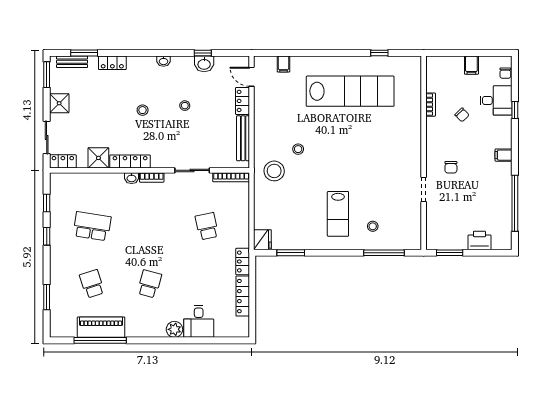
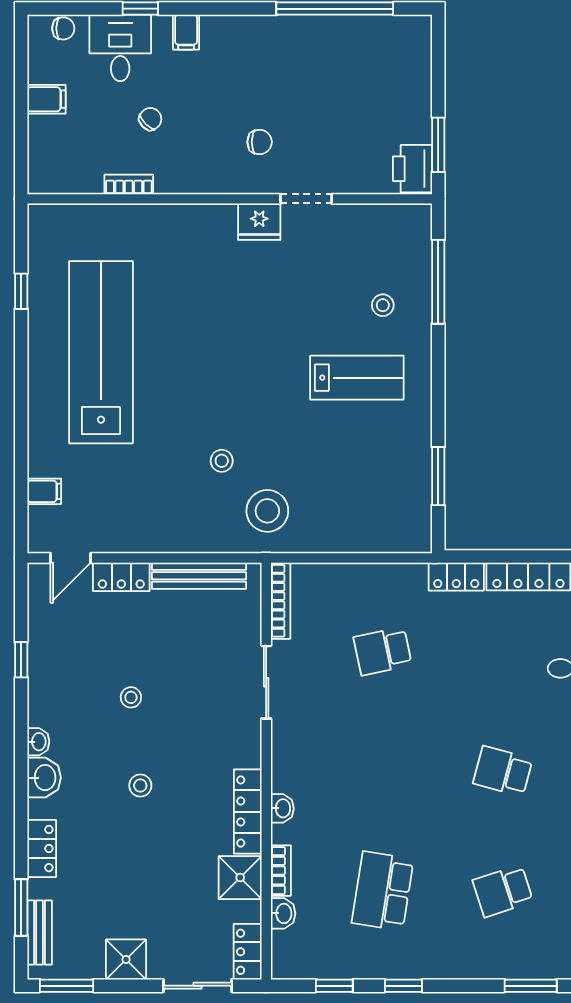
washbasin: (204, 64) -> (44, 778), moved
filing cabinet: (504, 155) -> (186, 32), moved
bookcase: (152, 177) -> (281, 871), moved
washbasin: (81, 178) -> (283, 913), added
fridge: (262, 240) -> (259, 222), moved, turned 180
printer: (479, 241) -> (413, 169), moved

